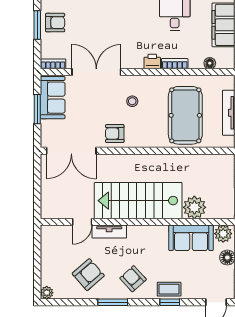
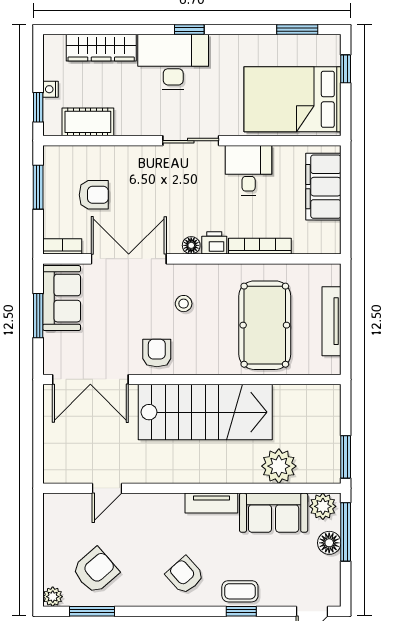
armchair: (55, 23) -> (94, 195), moved
floor lamp: (210, 63) -> (191, 245), moved
bookcase: (175, 64) -> (260, 246), width x1.56
armchair: (115, 134) -> (157, 353), turned 90
stairs: (138, 201) -> (205, 412), moved, turned 180
tv unit: (109, 232) -> (211, 503), moved
armchair: (88, 275) -> (95, 571), moved
window: (113, 302) -> (92, 611), moved

